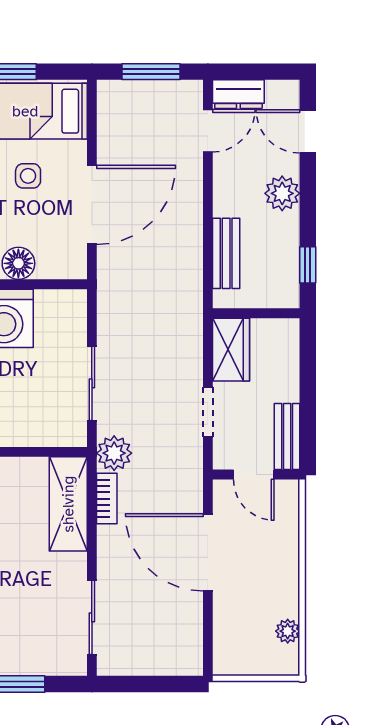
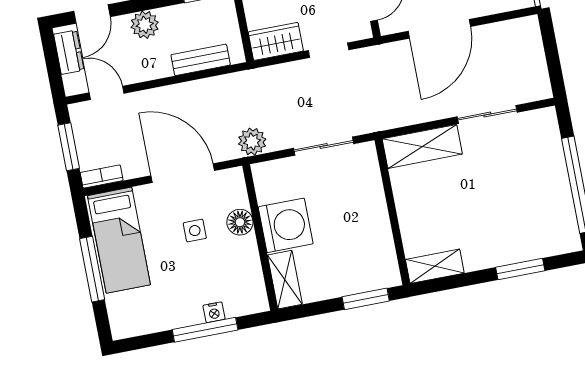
dresser: (238, 94) -> (69, 52), moved
side table: (28, 176) -> (195, 231), moved
plant: (114, 453) -> (252, 142), moved
bookcase: (107, 499) -> (102, 177), moved
sliding door: (92, 617) -> (487, 115), moved

